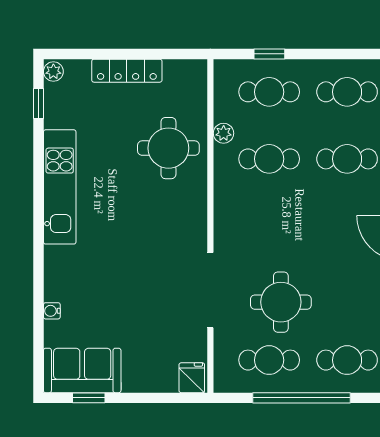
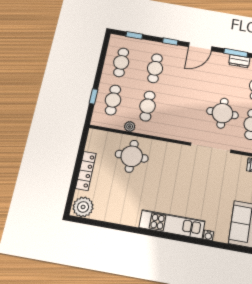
plant: (53, 72) -> (83, 207), width x1.88, depth x1.88
window: (38, 103) -> (93, 222), removed
kitchen unit: (60, 187) -> (172, 224), moved

